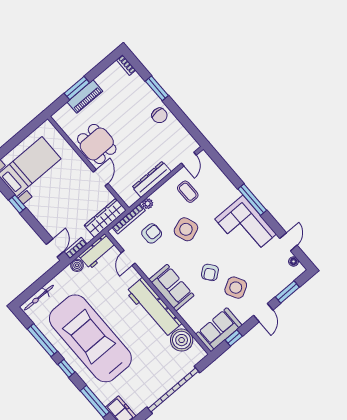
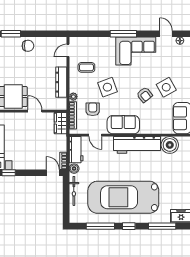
door: (189, 159) -> (68, 51), swing flipped
wardrobe: (105, 218) -> (61, 123), width x0.67
sofa: (171, 288) -> (123, 125), moved
bicycle: (39, 298) -> (74, 191), moved

